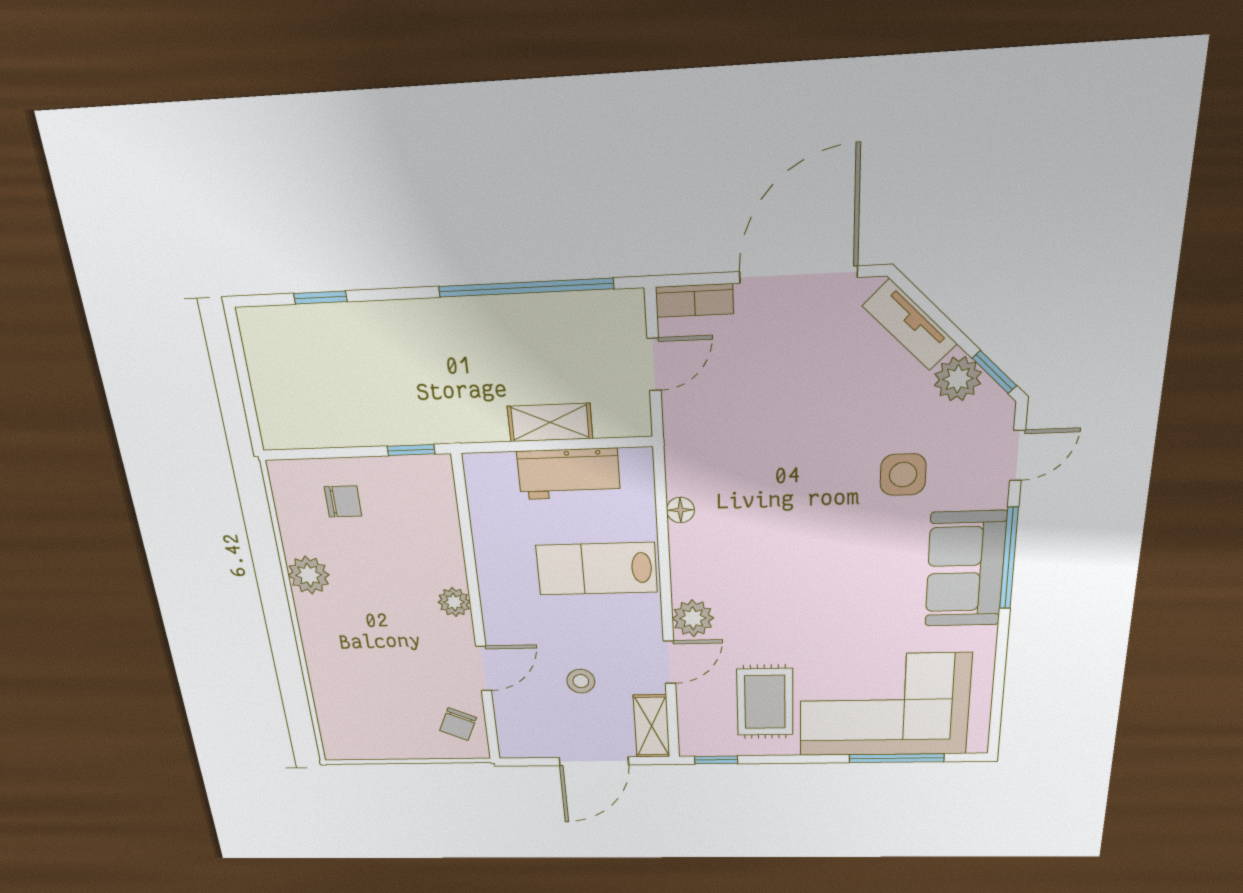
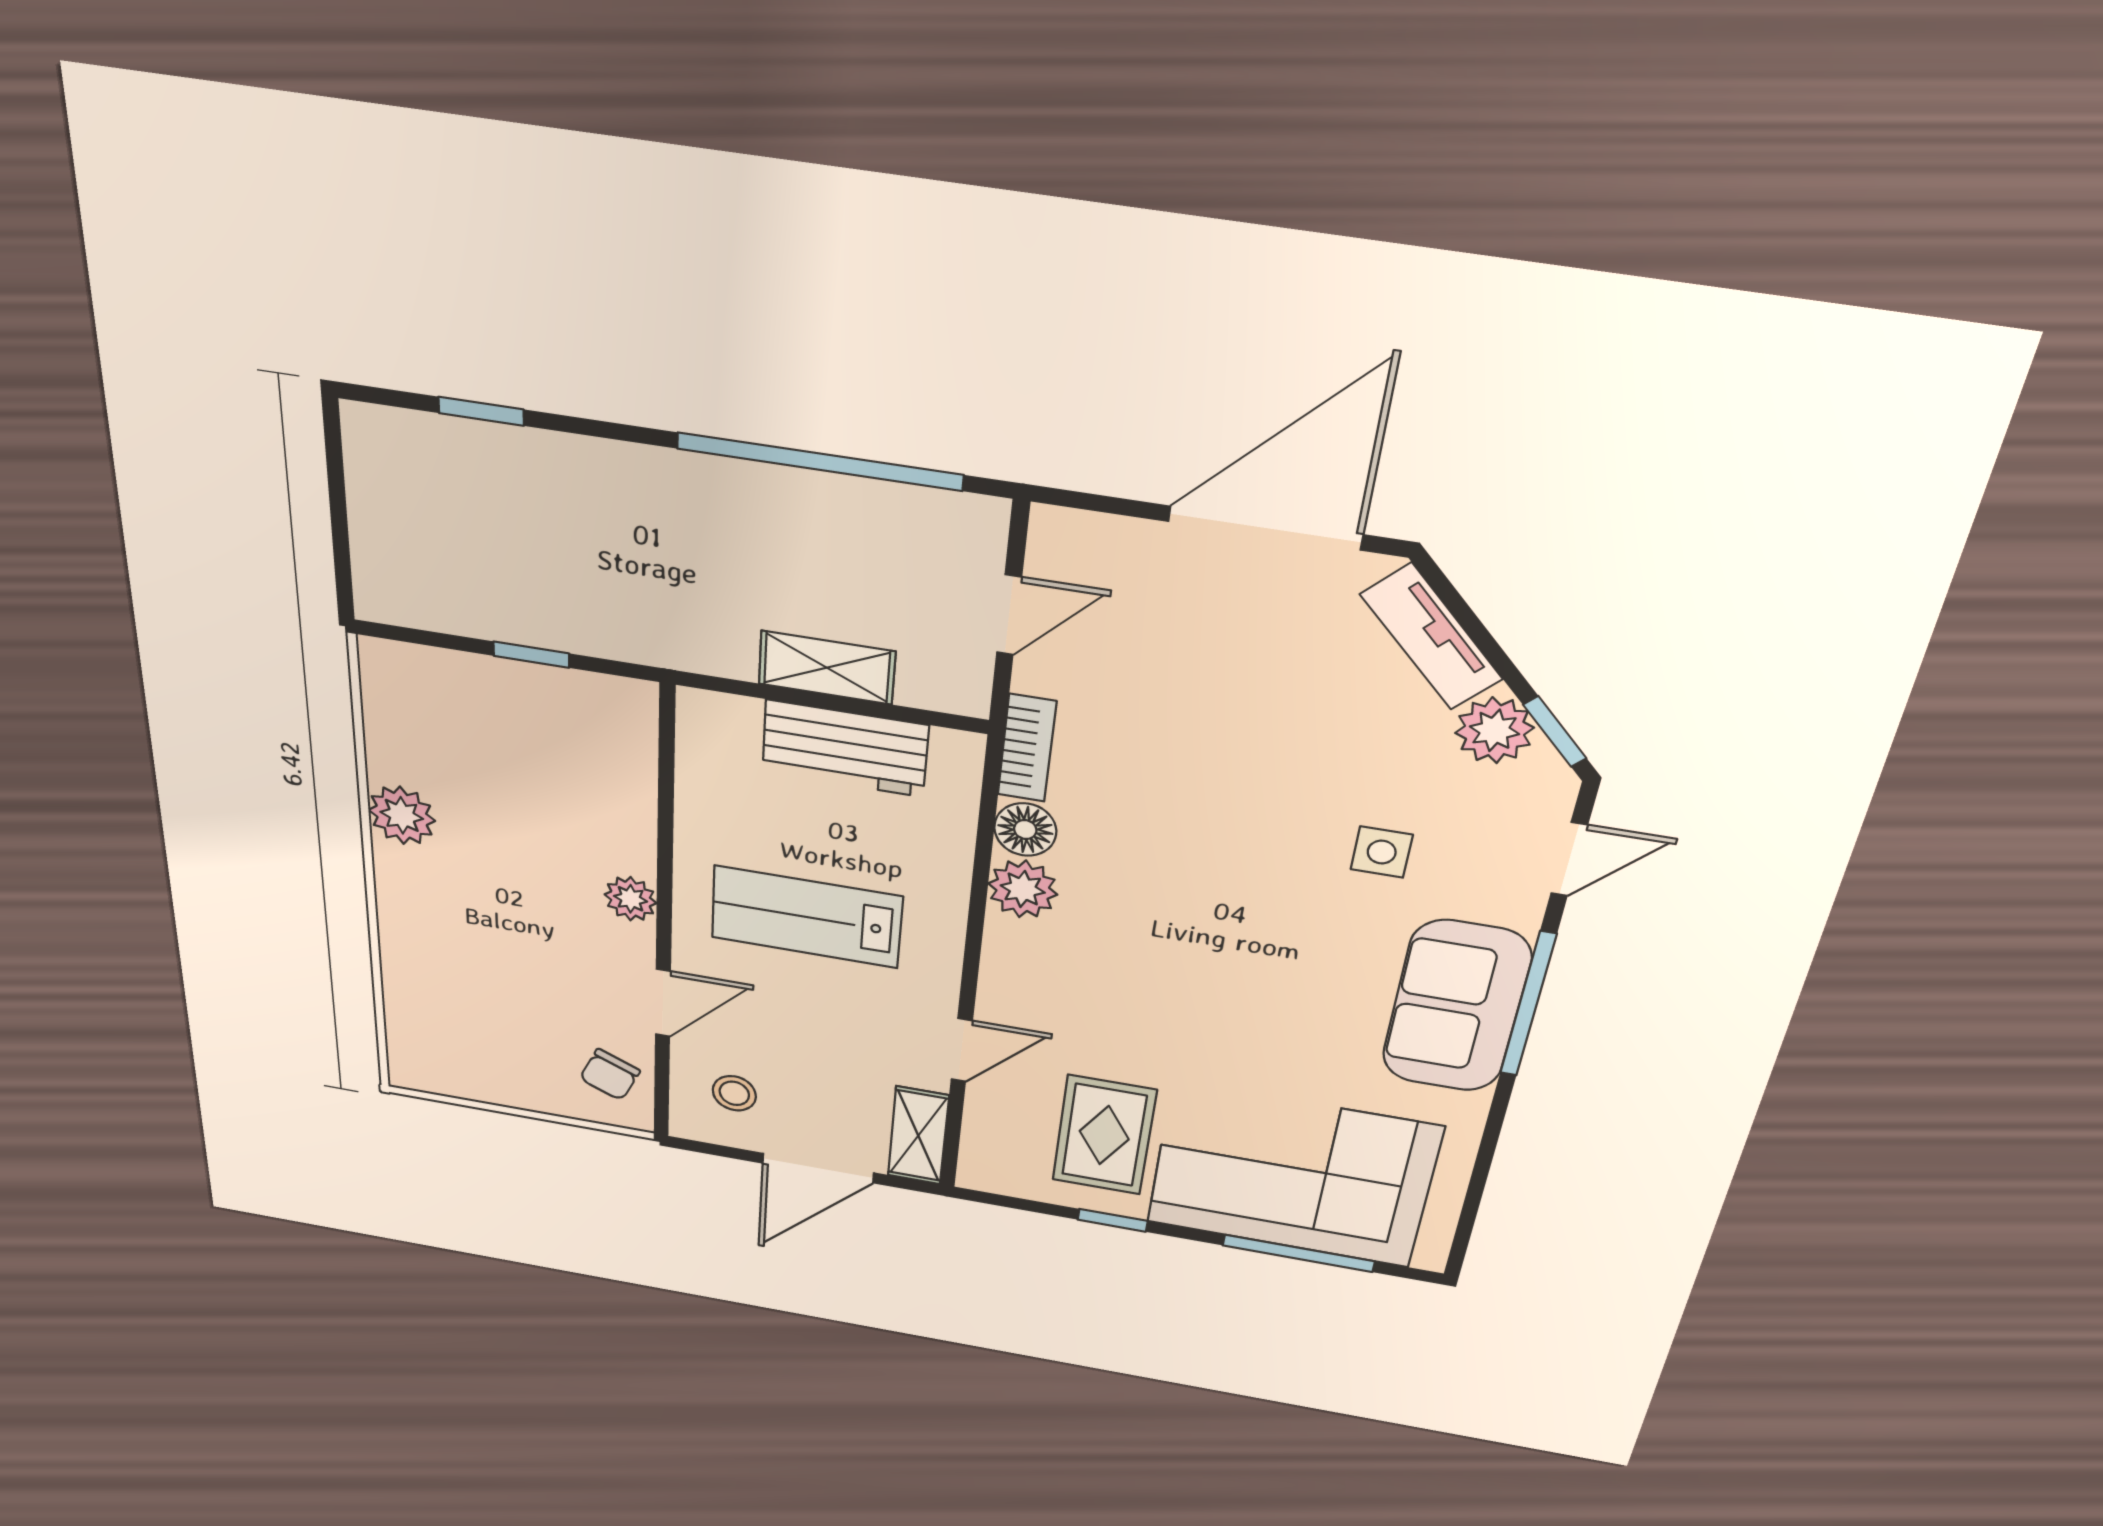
bookcase: (694, 300) -> (1027, 748), moved, turned -90
window: (411, 450) -> (531, 655), moved
side table: (903, 475) -> (1382, 852), width x0.73, depth x0.73
chair: (343, 501) -> (473, 719), removed
floor lamp: (680, 510) -> (1025, 830), width x1.37, depth x1.37
lab bench: (597, 569) -> (806, 917), moved
plant: (693, 618) -> (1023, 889), moved
stool: (581, 681) -> (734, 1093), moved
window: (716, 760) -> (1113, 1220), moved

